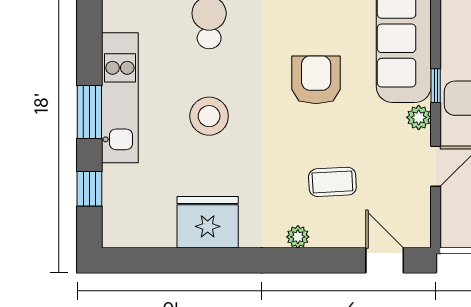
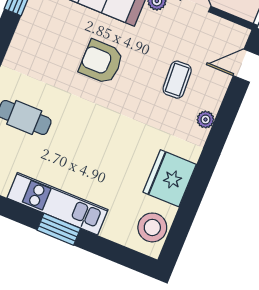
stool: (209, 116) -> (152, 227), moved
window: (89, 189) -> (112, 251), removed

